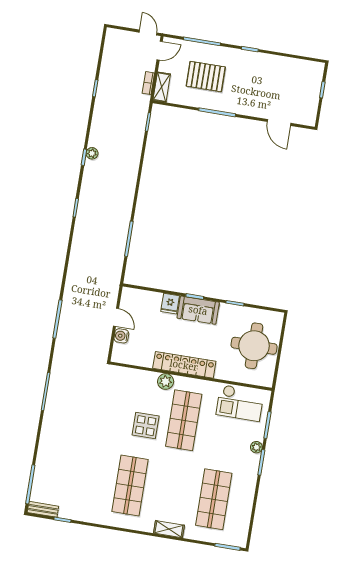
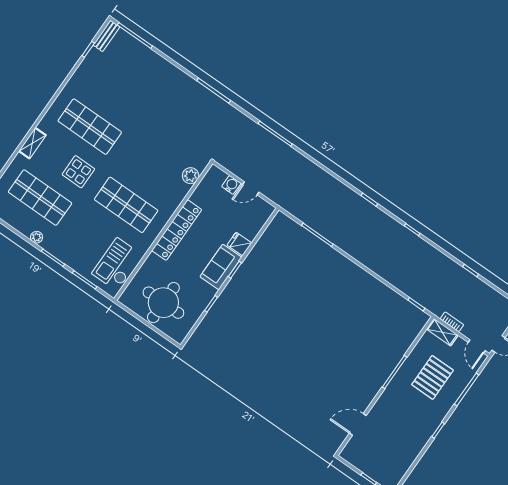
plant: (92, 153) -> (412, 239), removed
plant: (166, 381) -> (191, 176), moved
display table: (146, 426) -> (78, 172), moved
plant: (256, 447) -> (37, 237), moved

